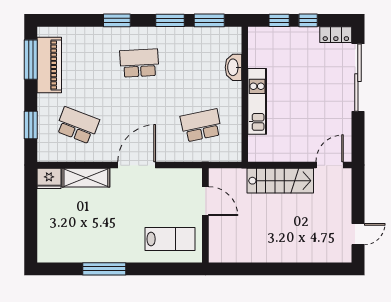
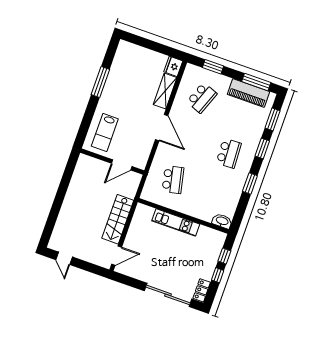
window: (209, 20) -> (272, 119), moved
washbasin: (233, 67) -> (222, 221), moved
door: (330, 165) -> (117, 256), hinge flipped

